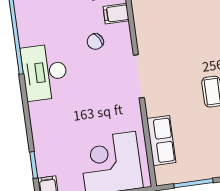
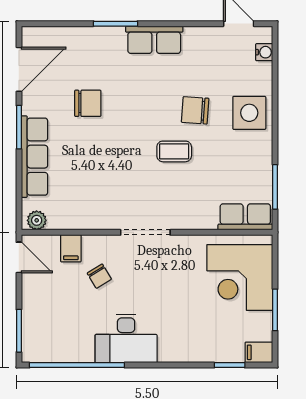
row of seats: (161, 141) -> (245, 217), moved

